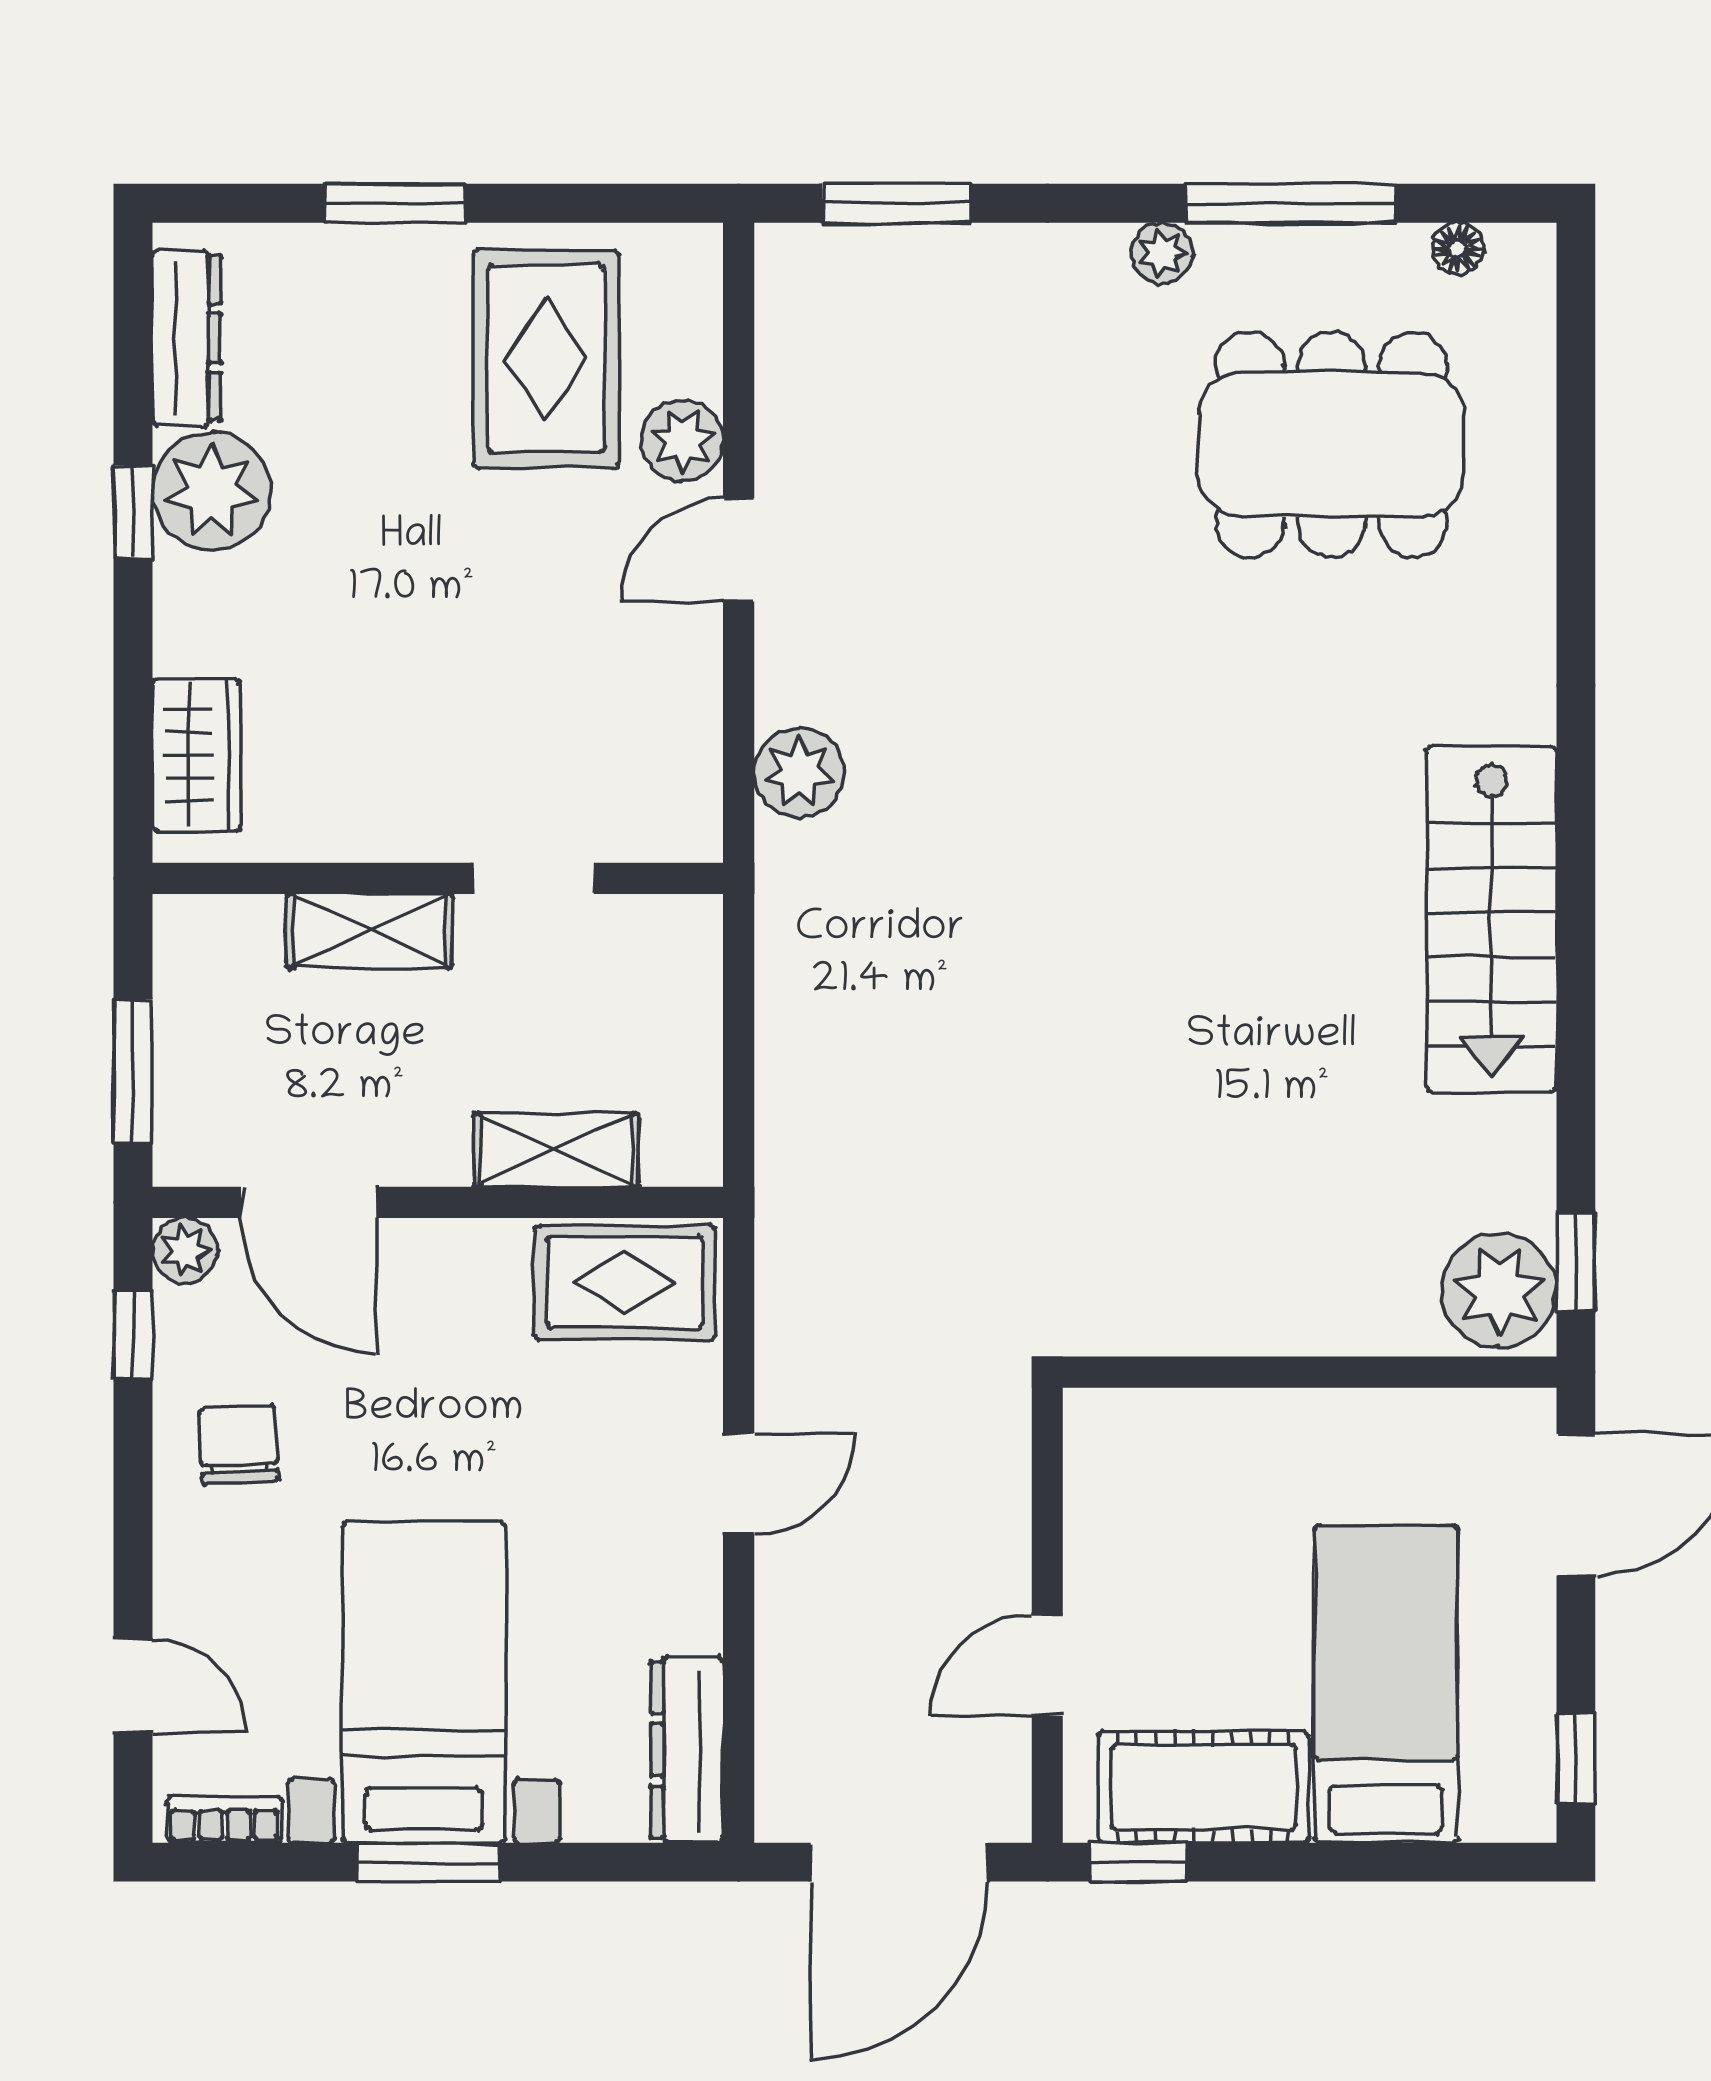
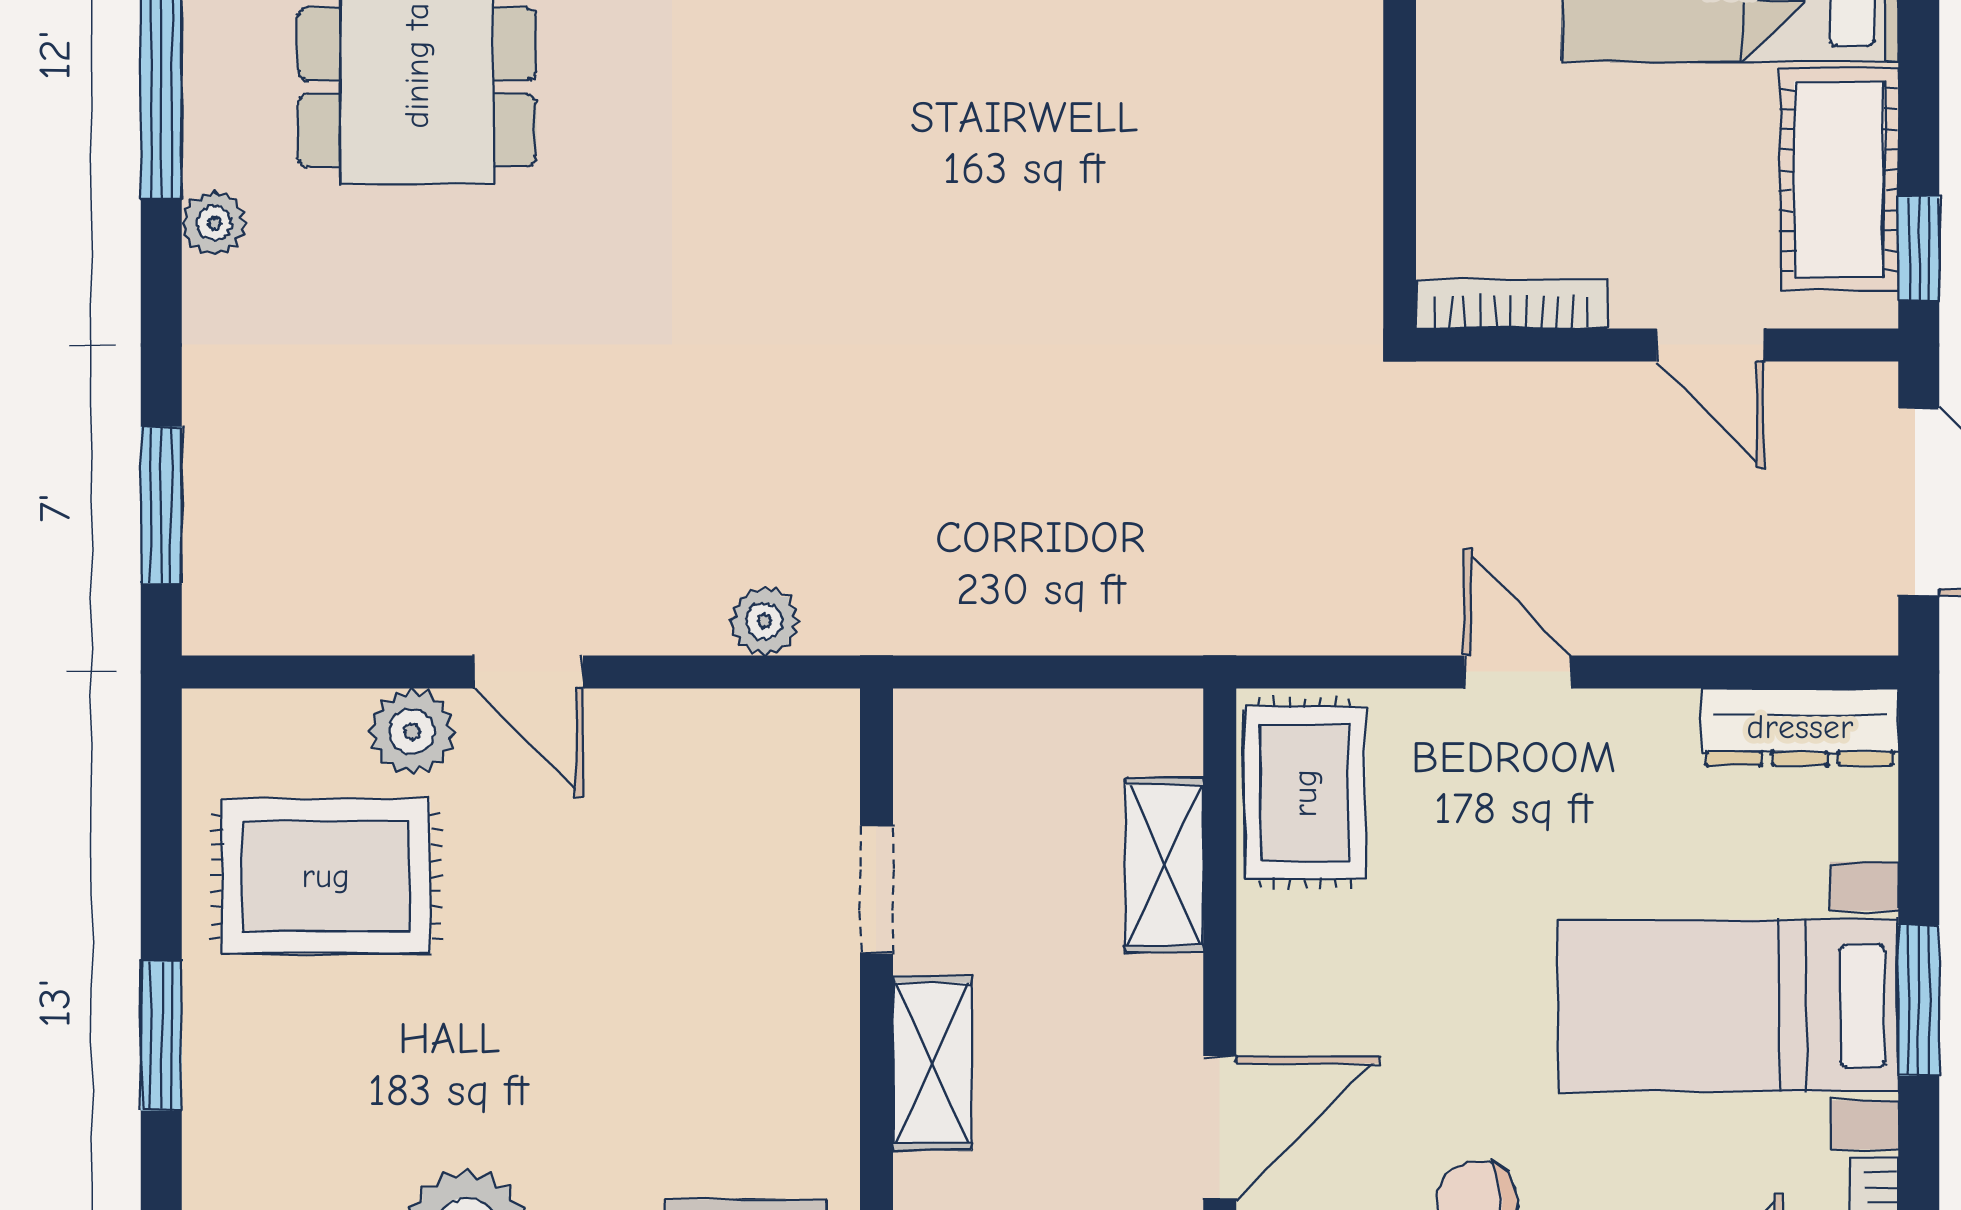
plant: (799, 772) -> (764, 621), width x0.73, depth x0.73
bookcase: (1086, 1478) -> (1511, 304), added

